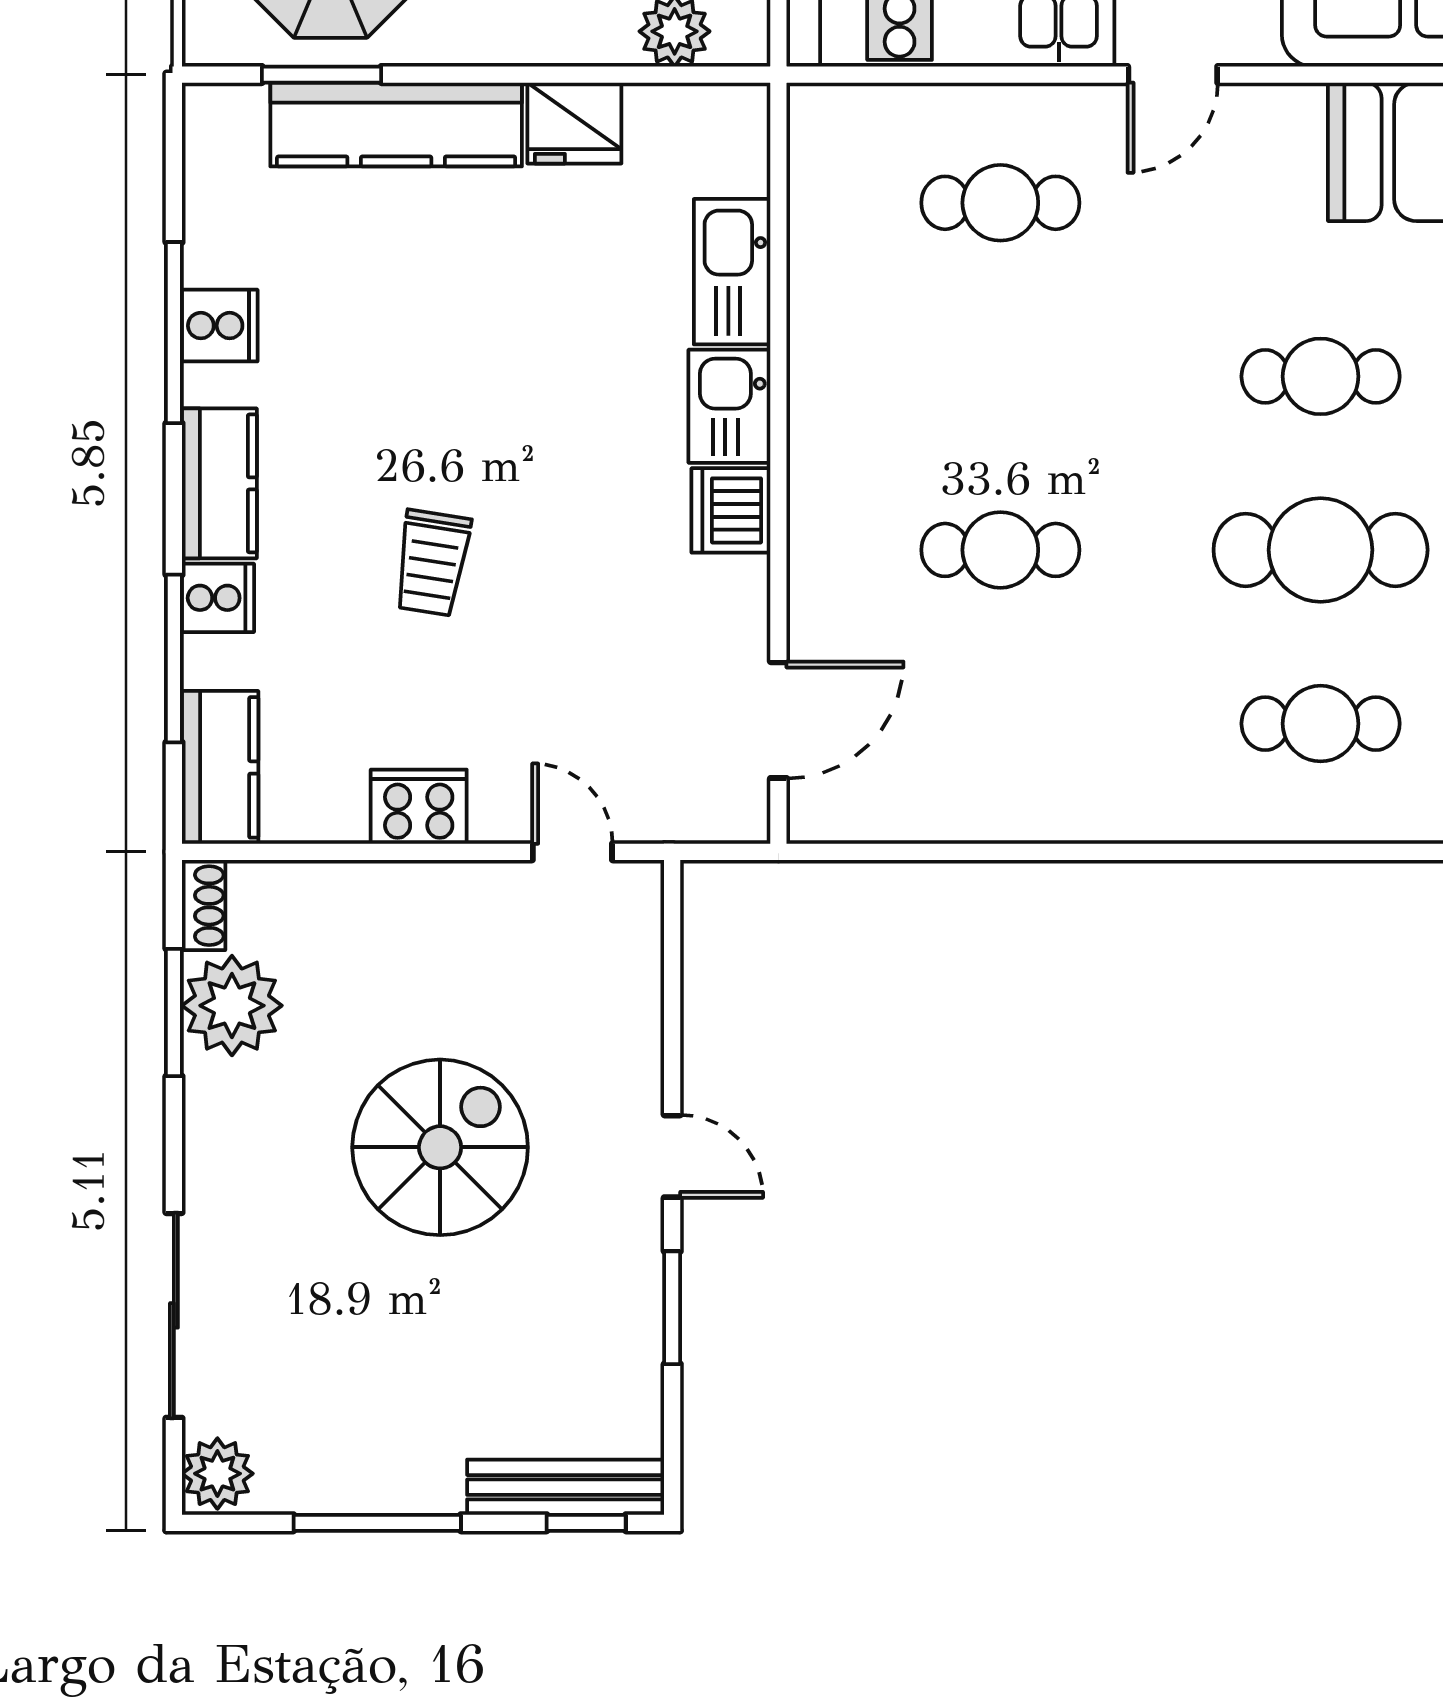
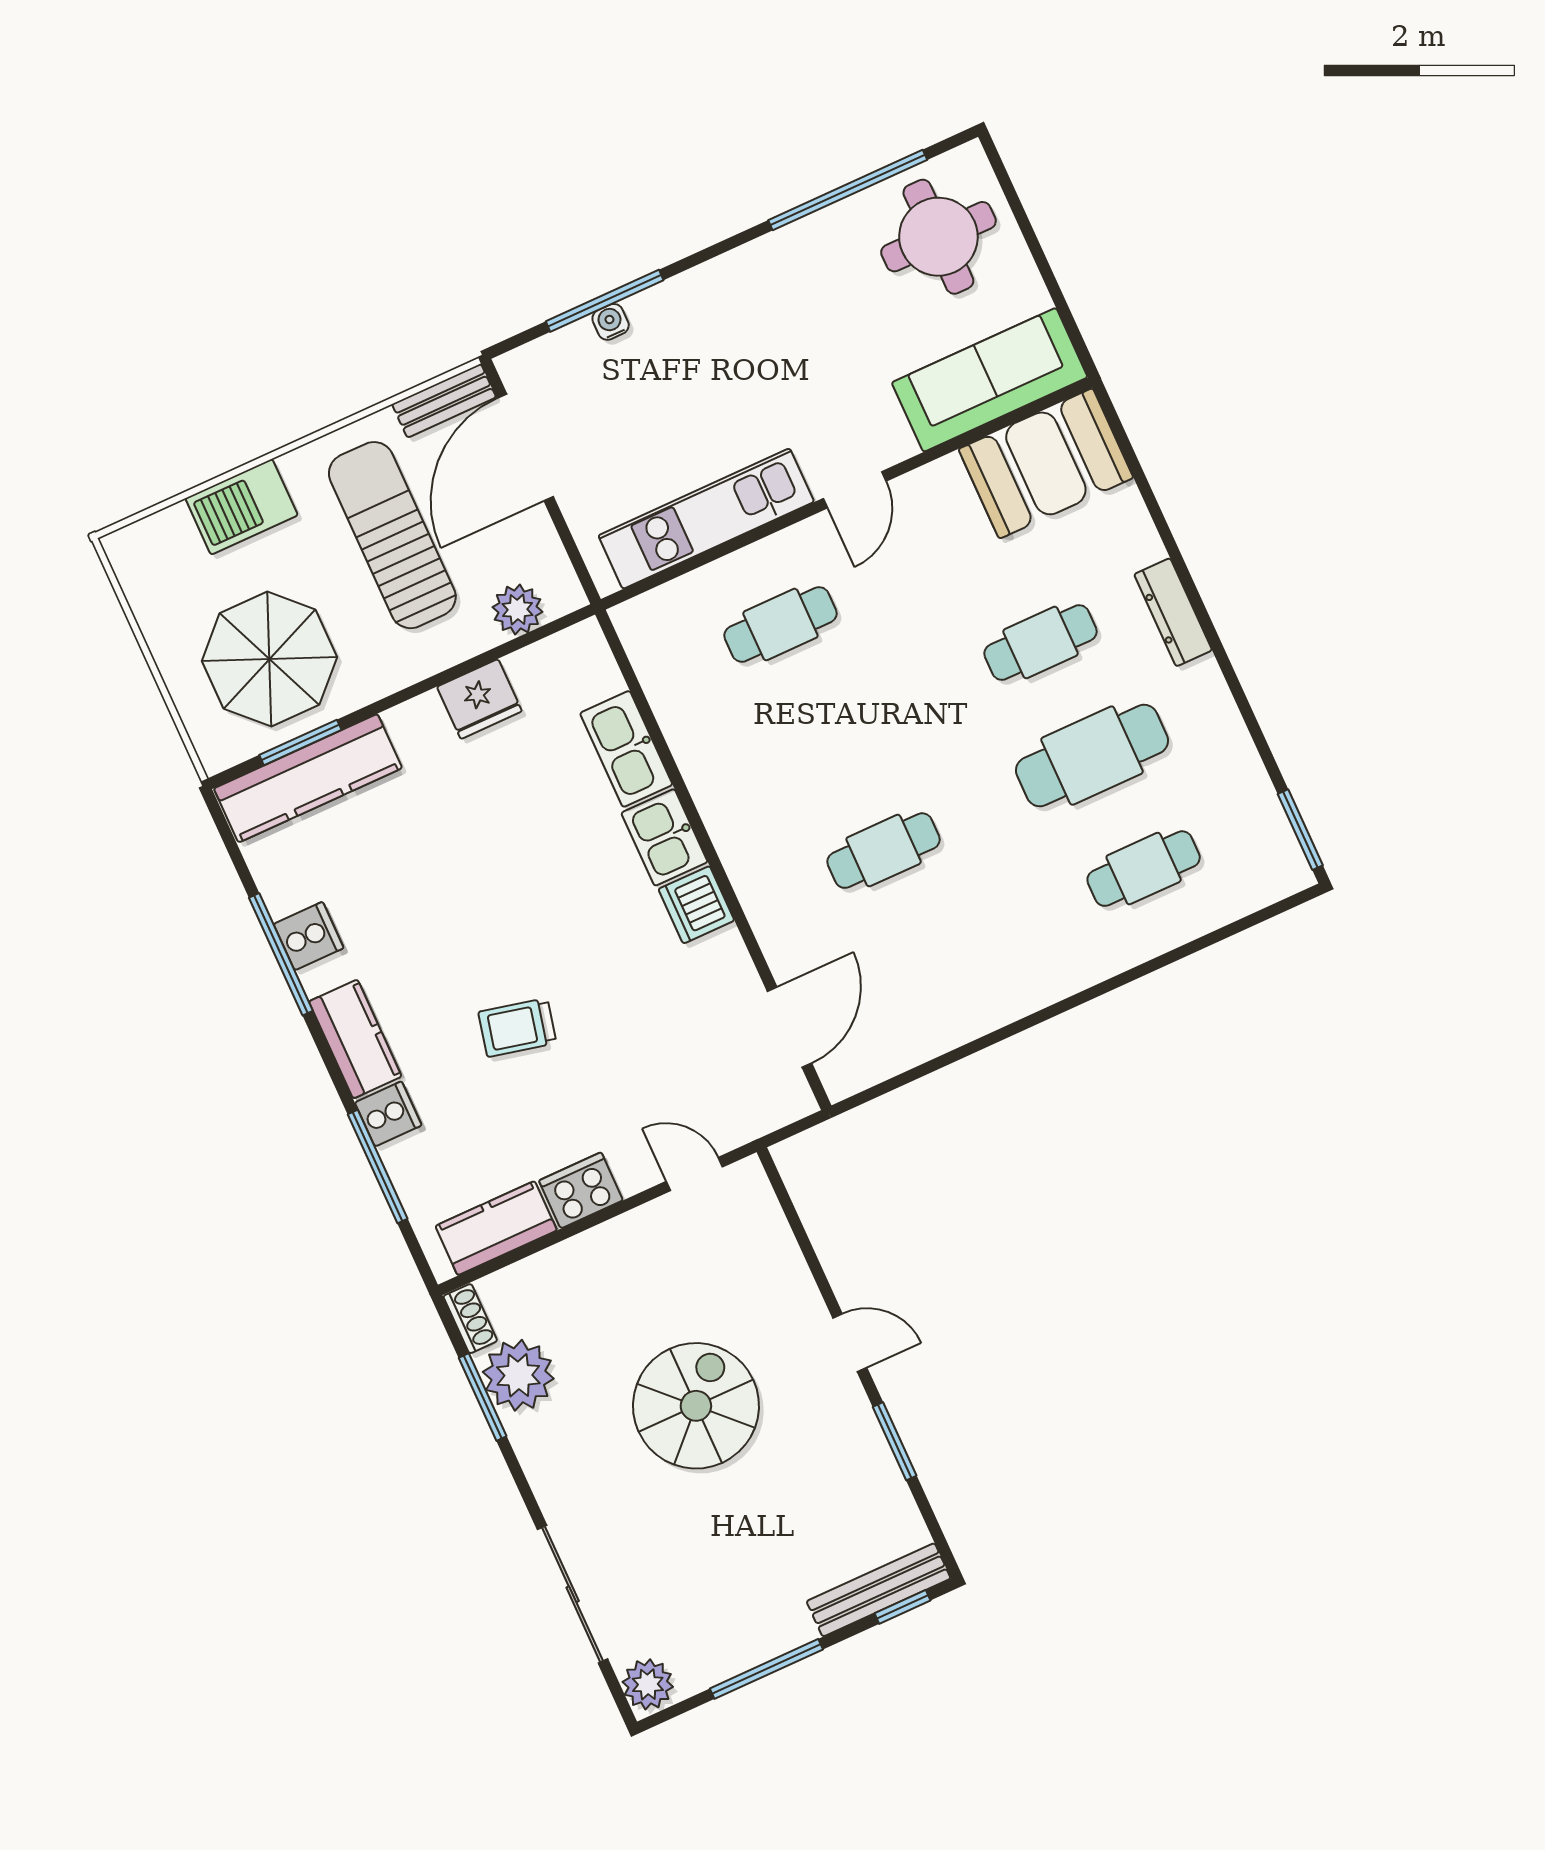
kitchen counter: (396, 124) -> (308, 778), moved
trolley: (432, 563) -> (517, 1028), turned 94
kitchen counter: (220, 767) -> (496, 1228), moved, turned -90

